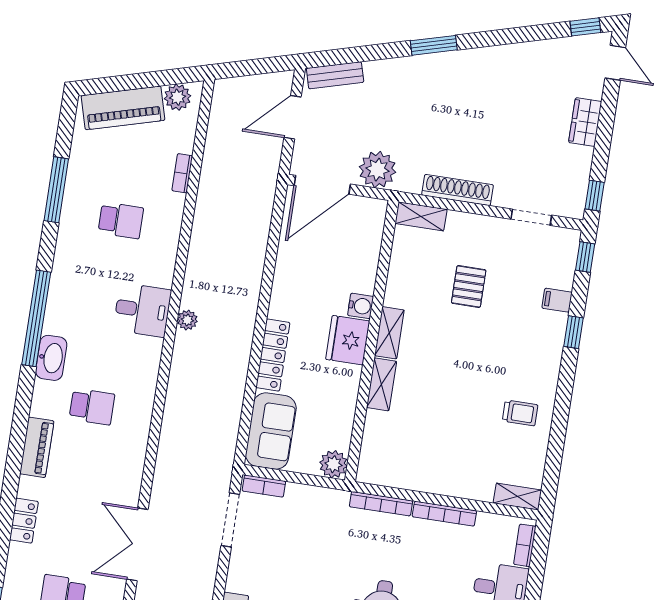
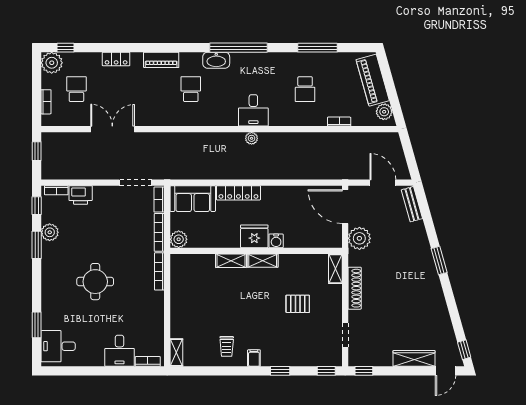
wardrobe: (585, 122) -> (414, 358), width x1.50
filing cabinet: (557, 300) -> (254, 358), moved
school desk: (92, 407) -> (191, 89), turned 180
bookcase: (444, 514) -> (159, 232), moved

